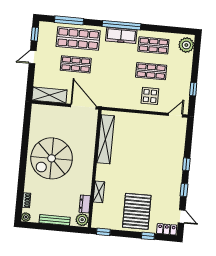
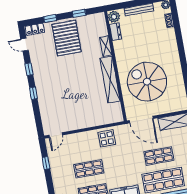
display table: (150, 96) -> (107, 138), moved
shelving: (106, 139) -> (110, 80), moved
spiral stairs: (52, 158) -> (147, 82), moved, turned -90
window: (103, 232) -> (79, 13), moved

